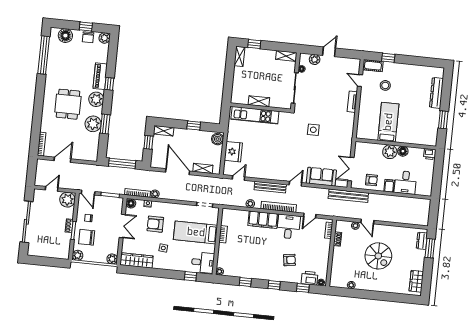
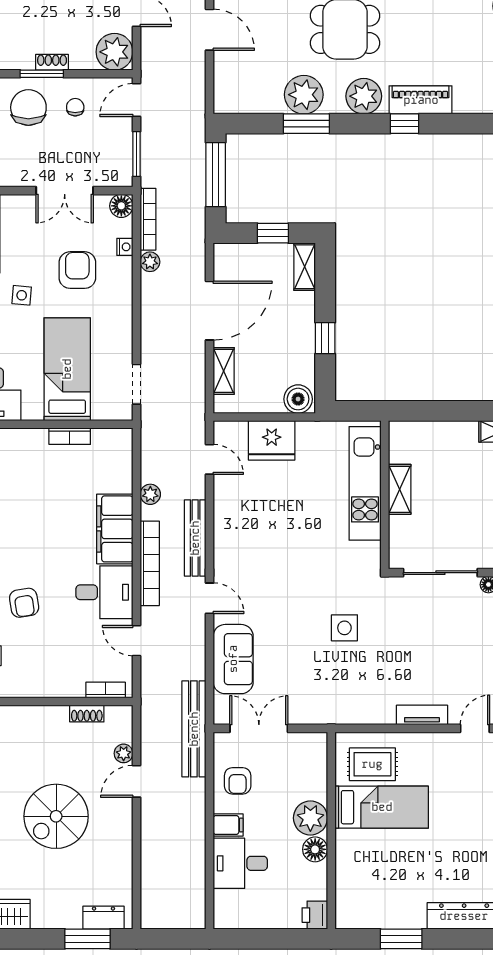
stool: (385, 85) -> (469, 790), removed
rug: (370, 124) -> (372, 764), added

